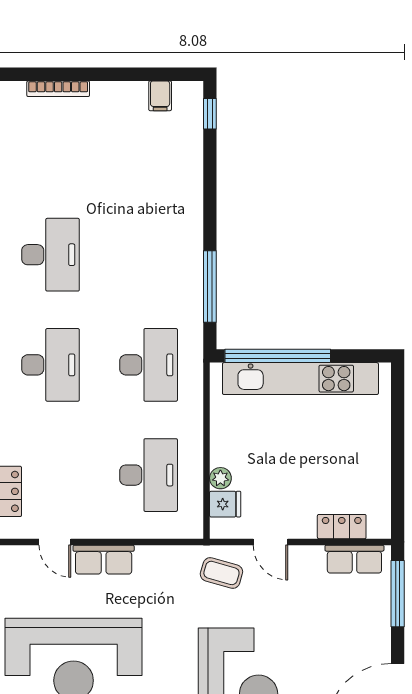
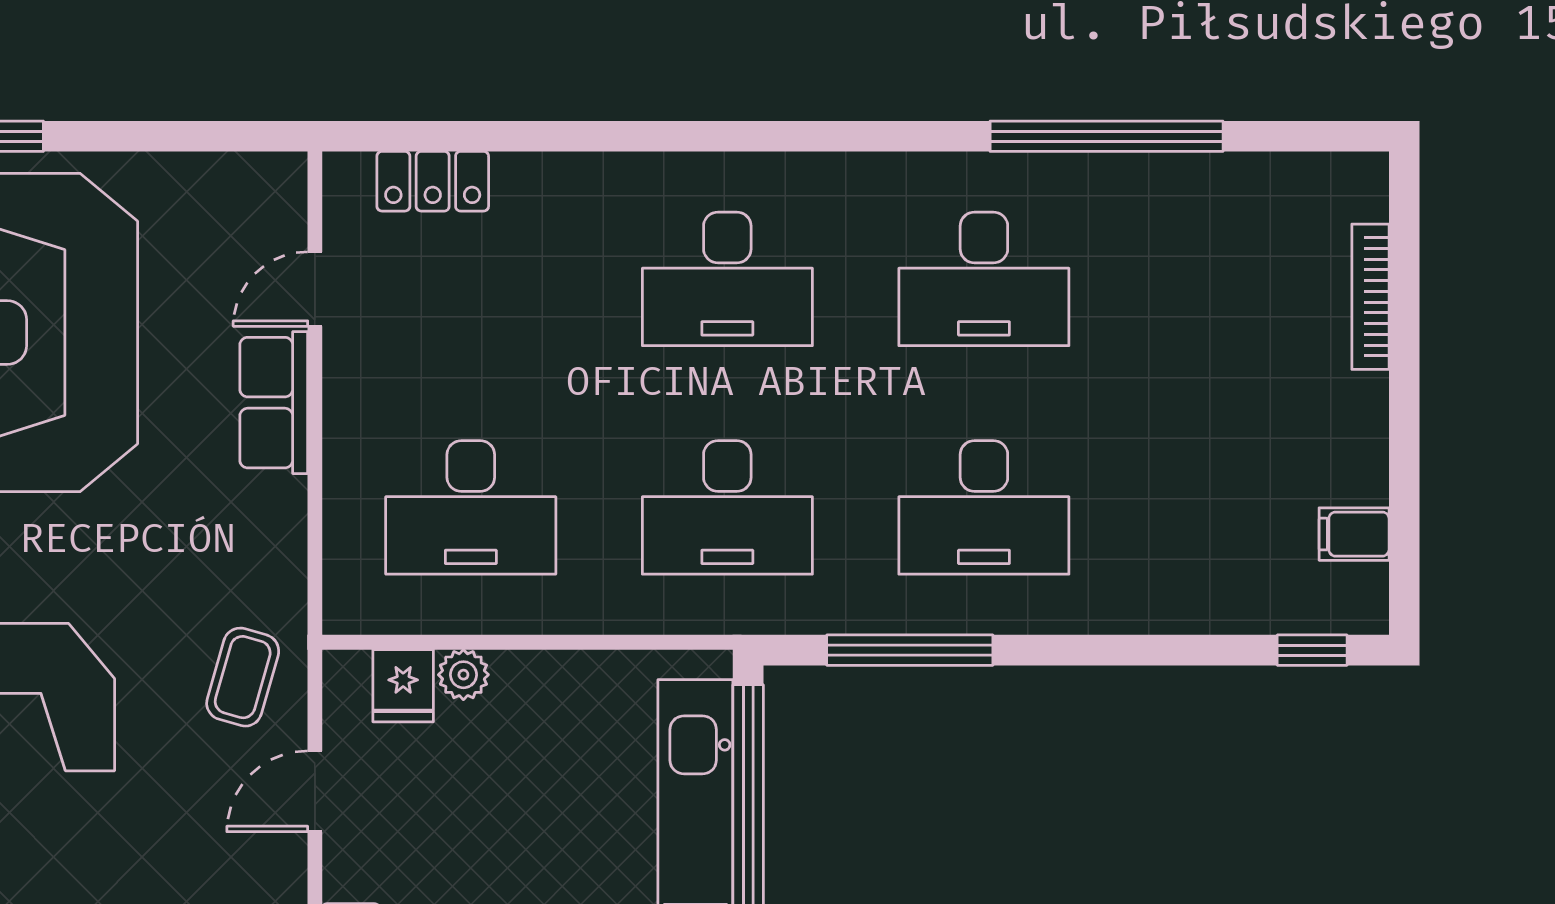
desk: (149, 255) -> (984, 507), added

